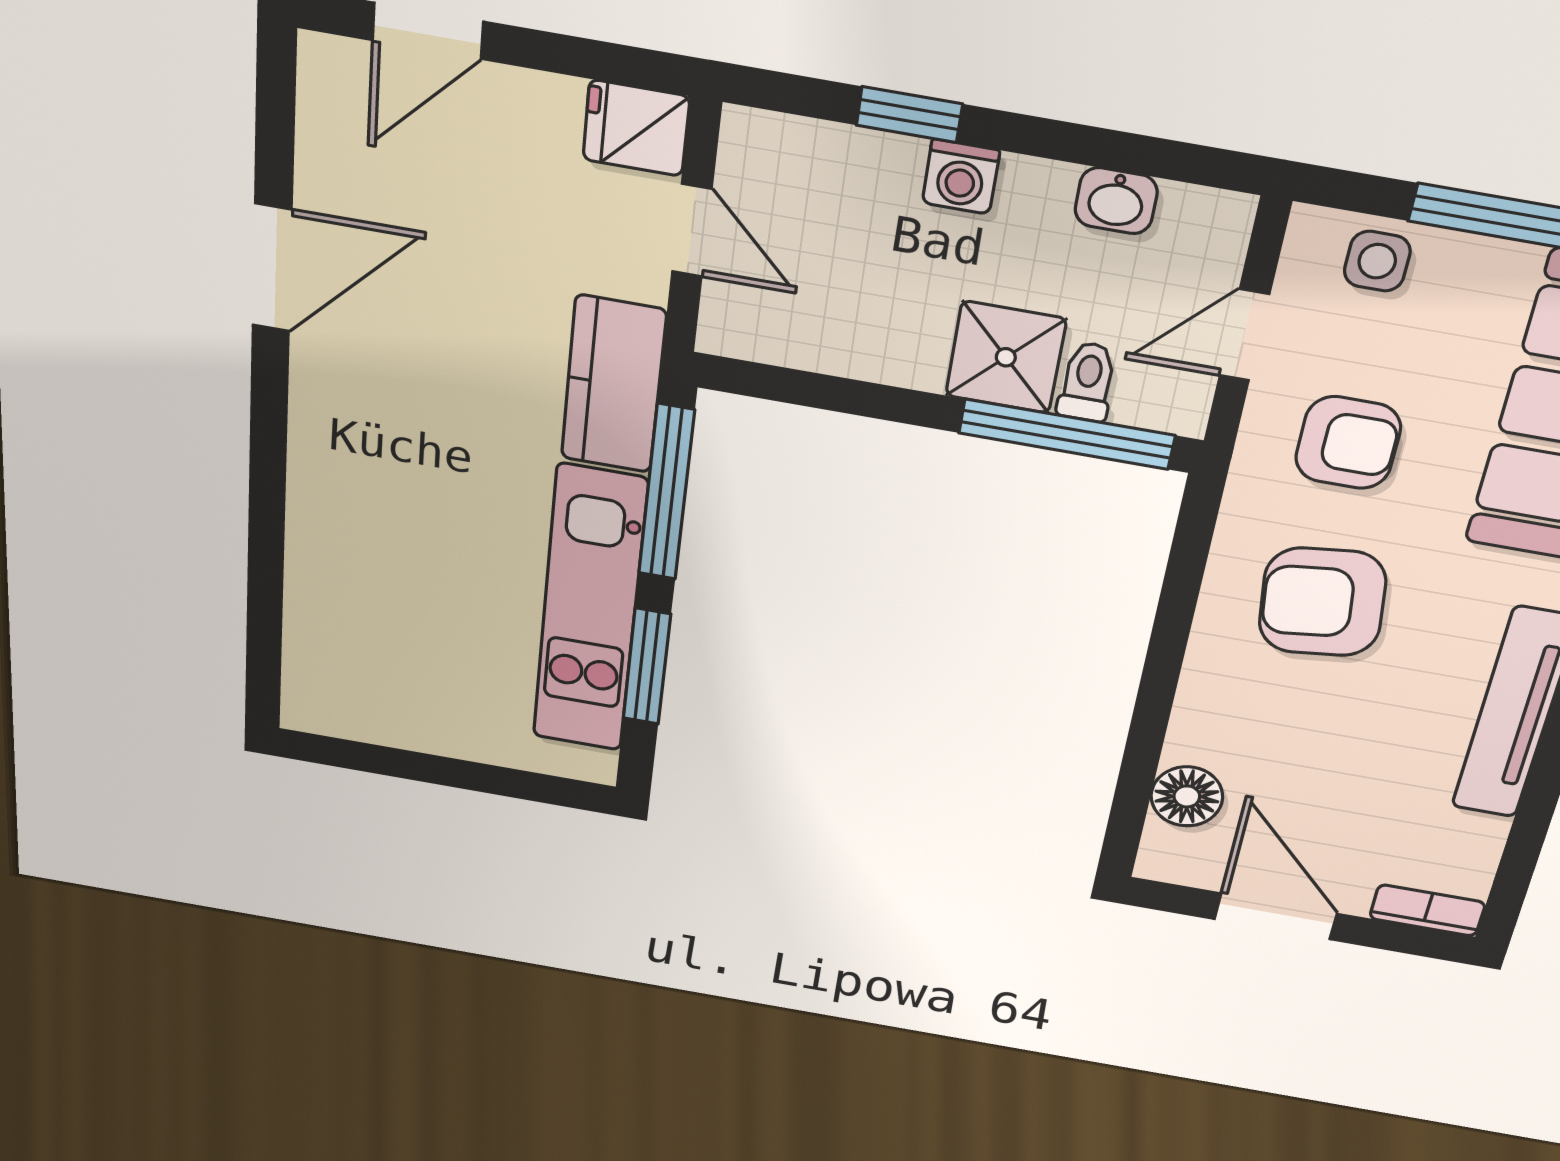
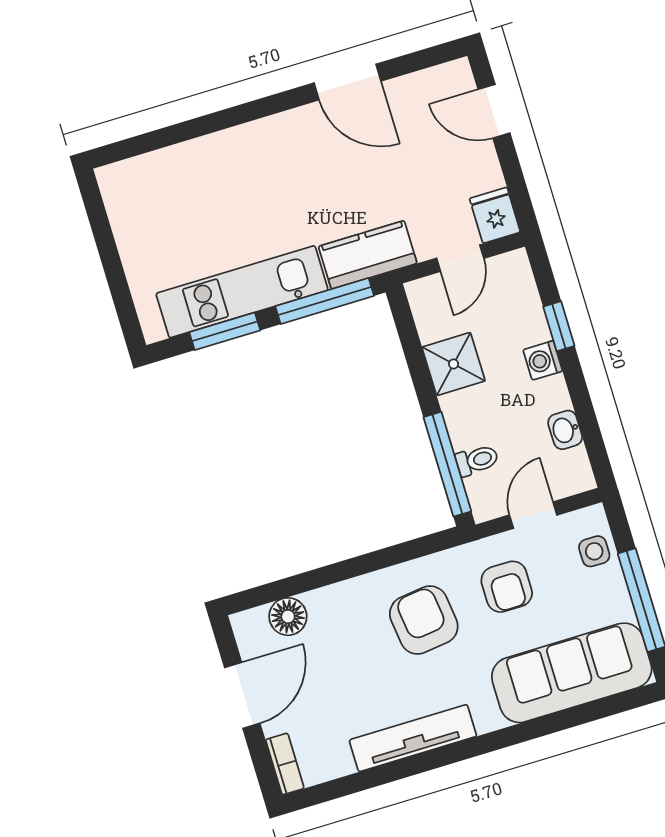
door: (1244, 335) -> (533, 515), hinge flipped
shower: (1006, 357) -> (454, 364), moved

